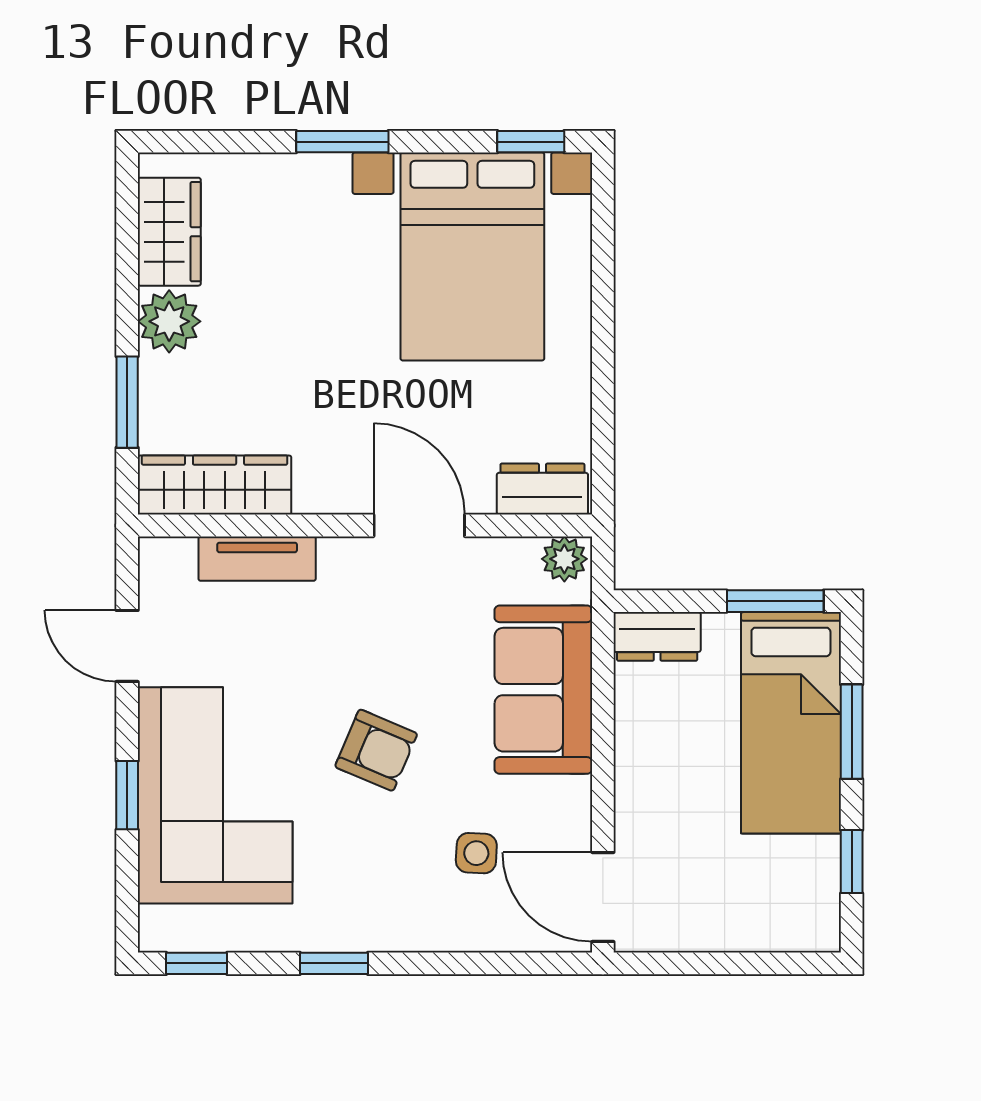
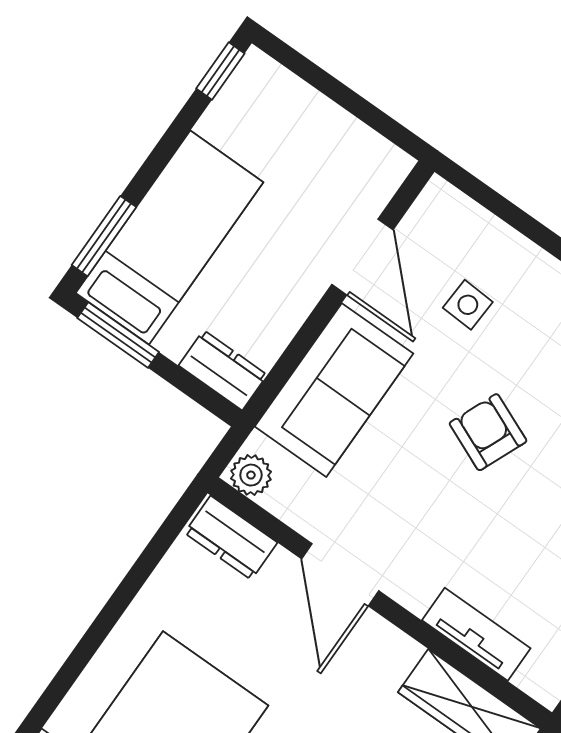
window: (852, 732) -> (104, 236), moved
window: (852, 862) -> (220, 71), moved
door: (603, 897) -> (362, 257), moved

